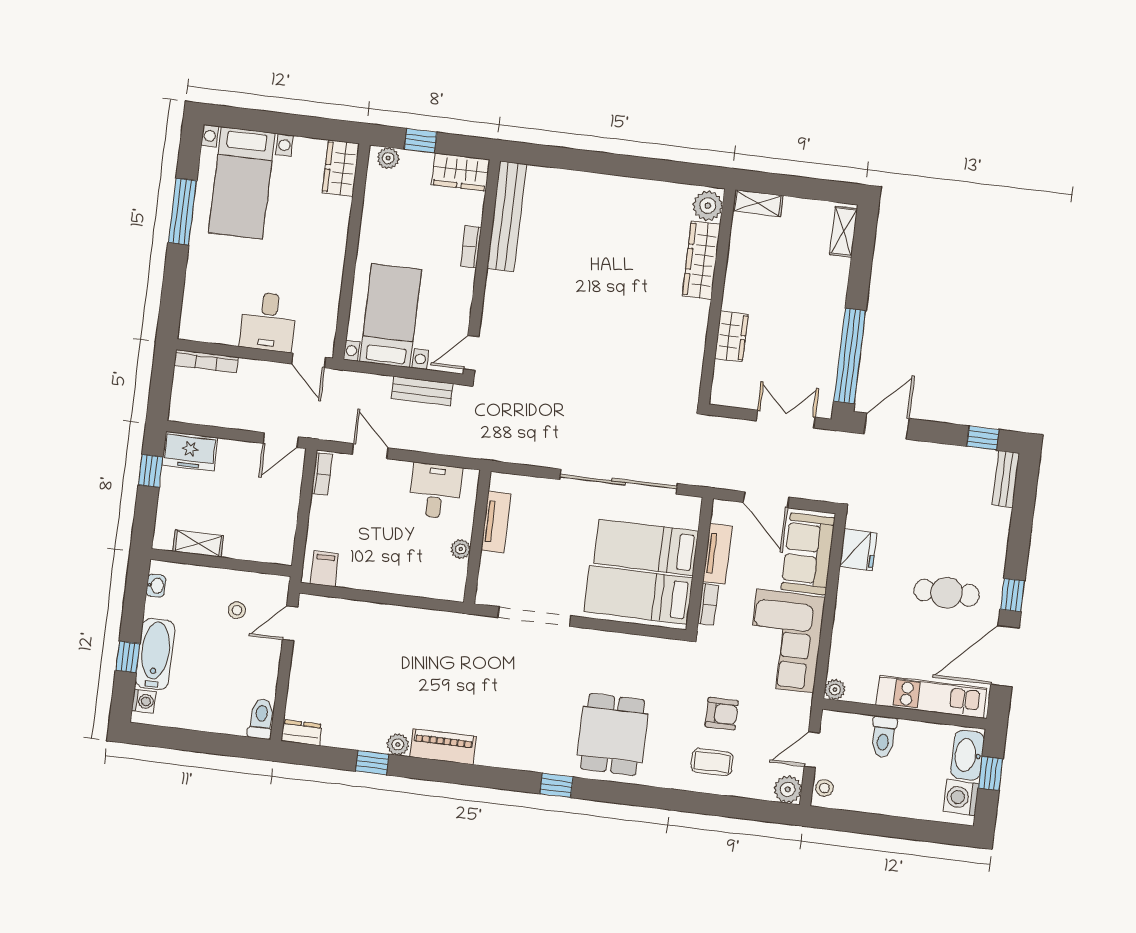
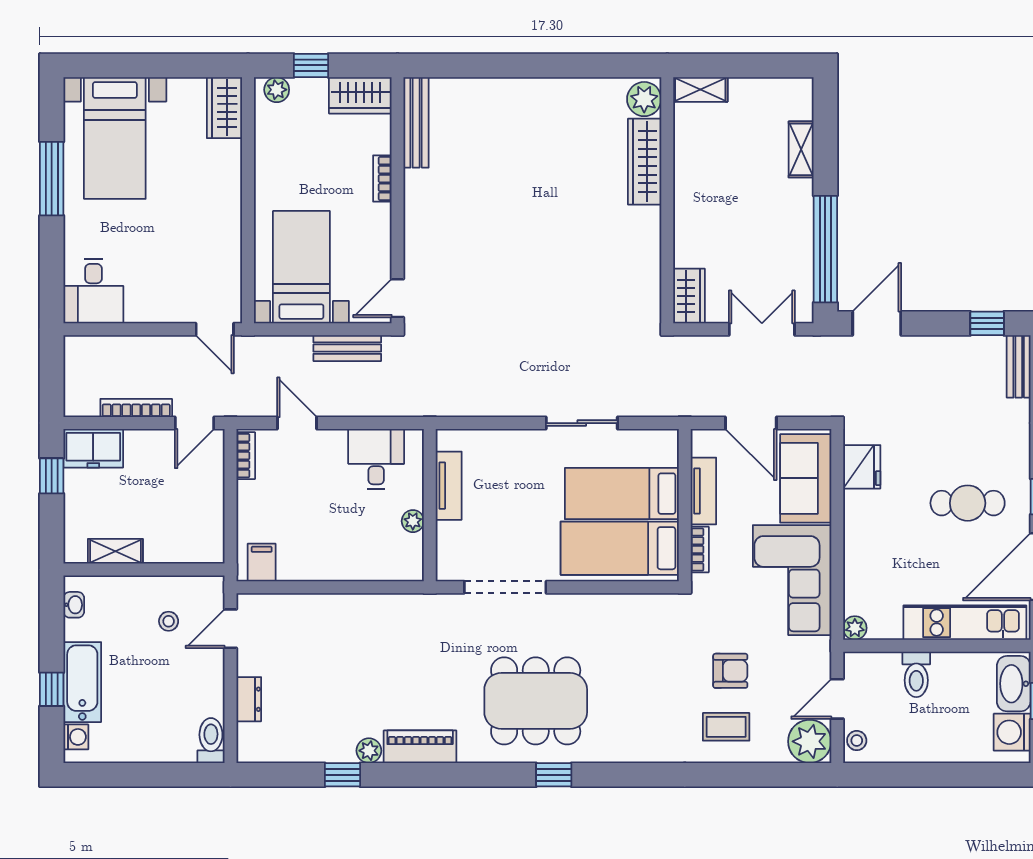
bench: (507, 216) -> (416, 122), width x0.73, depth x0.82
shelving: (844, 232) -> (801, 149), moved
desk: (268, 322) -> (93, 291), moved
wardrobe: (731, 336) -> (689, 296), moved
bookcase: (206, 361) -> (136, 408), moved, turned 180
sliding door: (619, 482) -> (582, 423), width x0.54
dresser: (301, 733) -> (249, 699), moved, turned 90
dining table: (613, 734) -> (536, 701), moved, width x1.38
plant: (788, 789) -> (810, 741), width x1.36, depth x1.36

